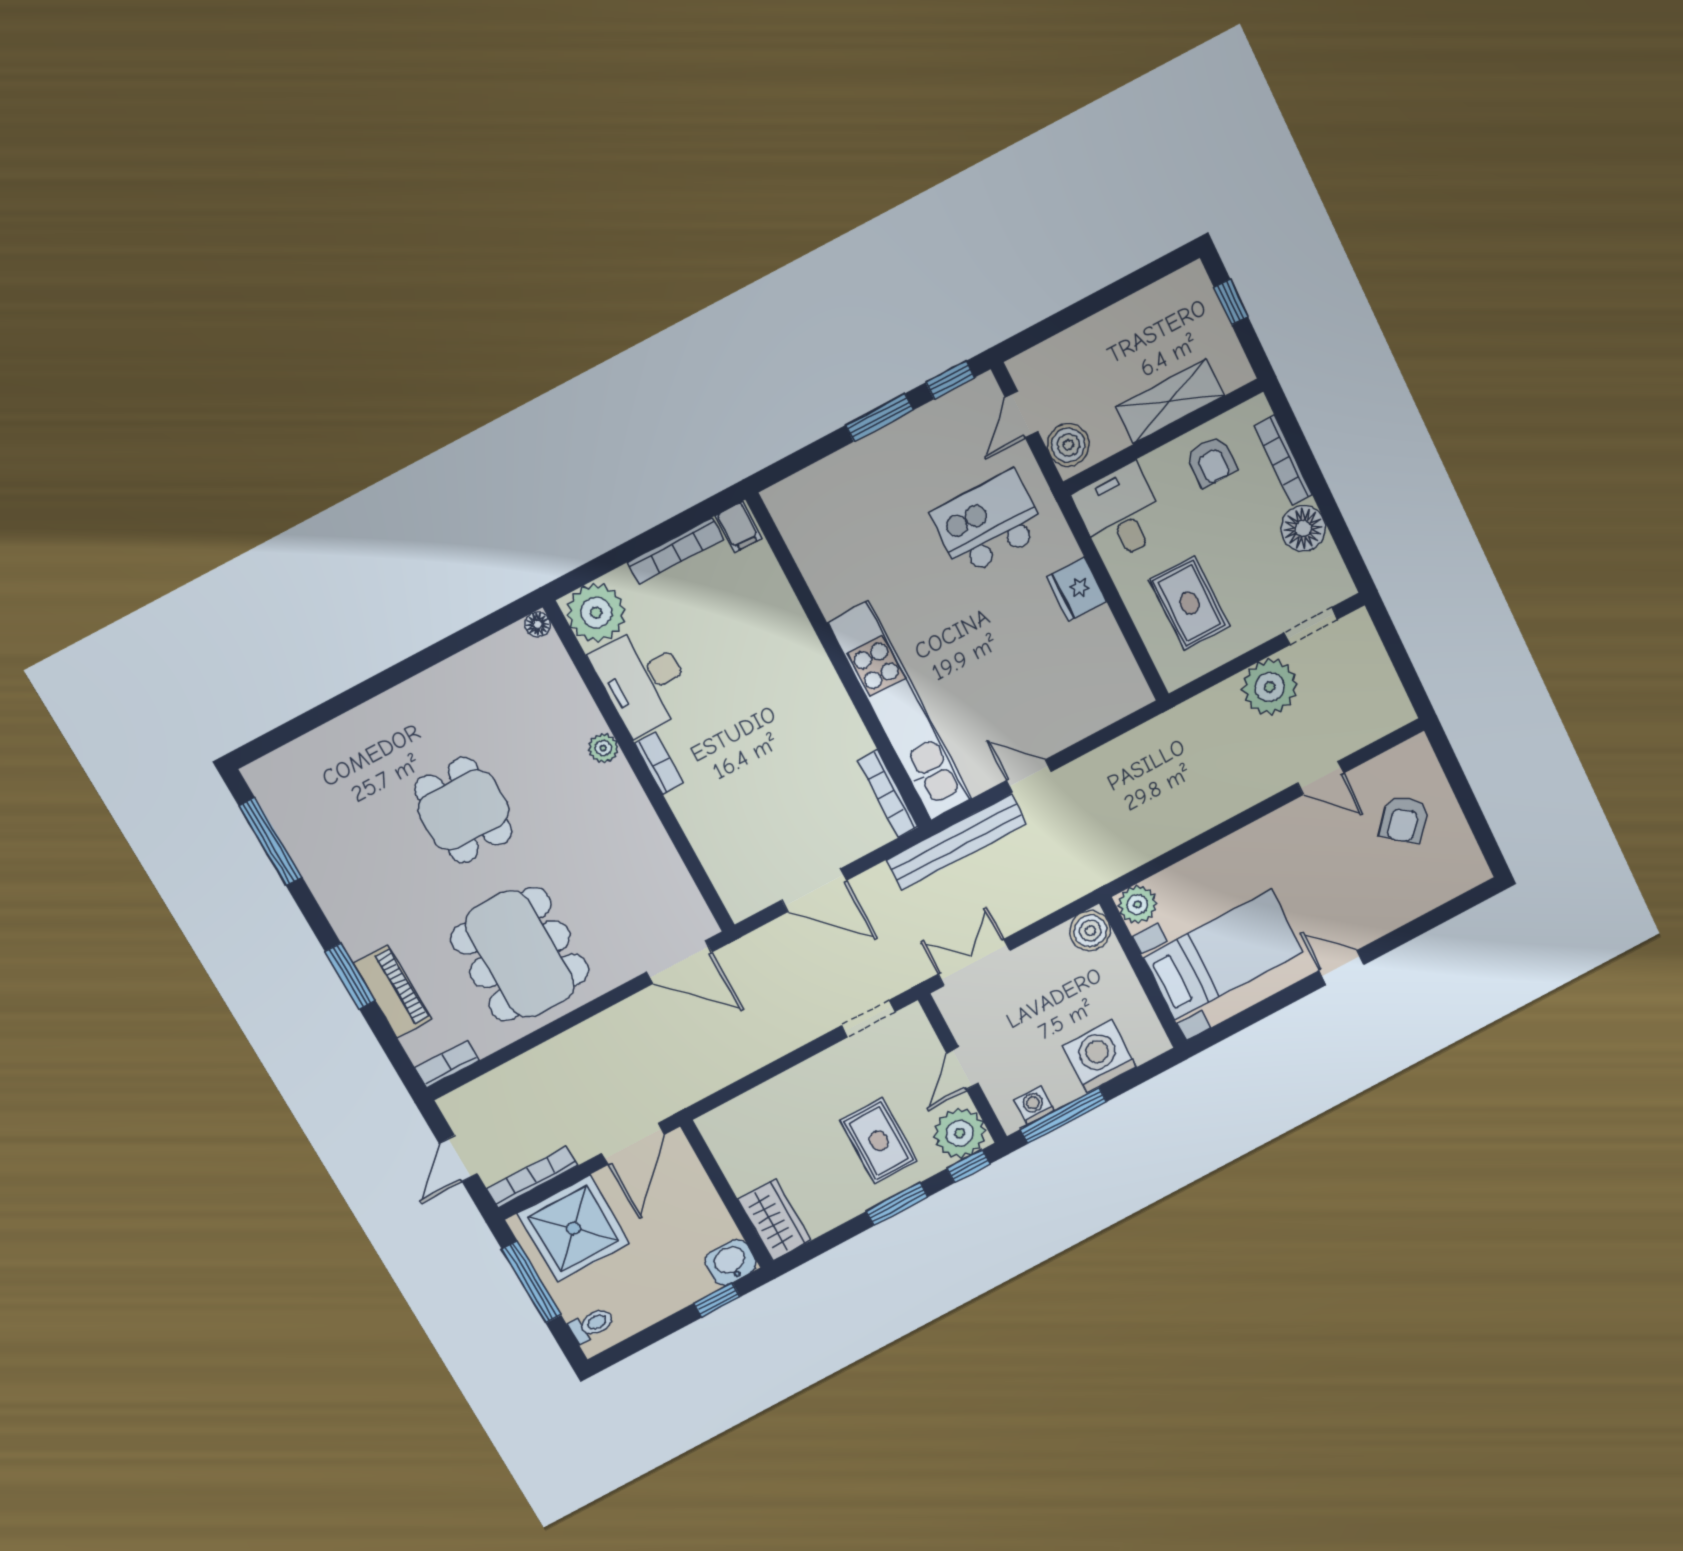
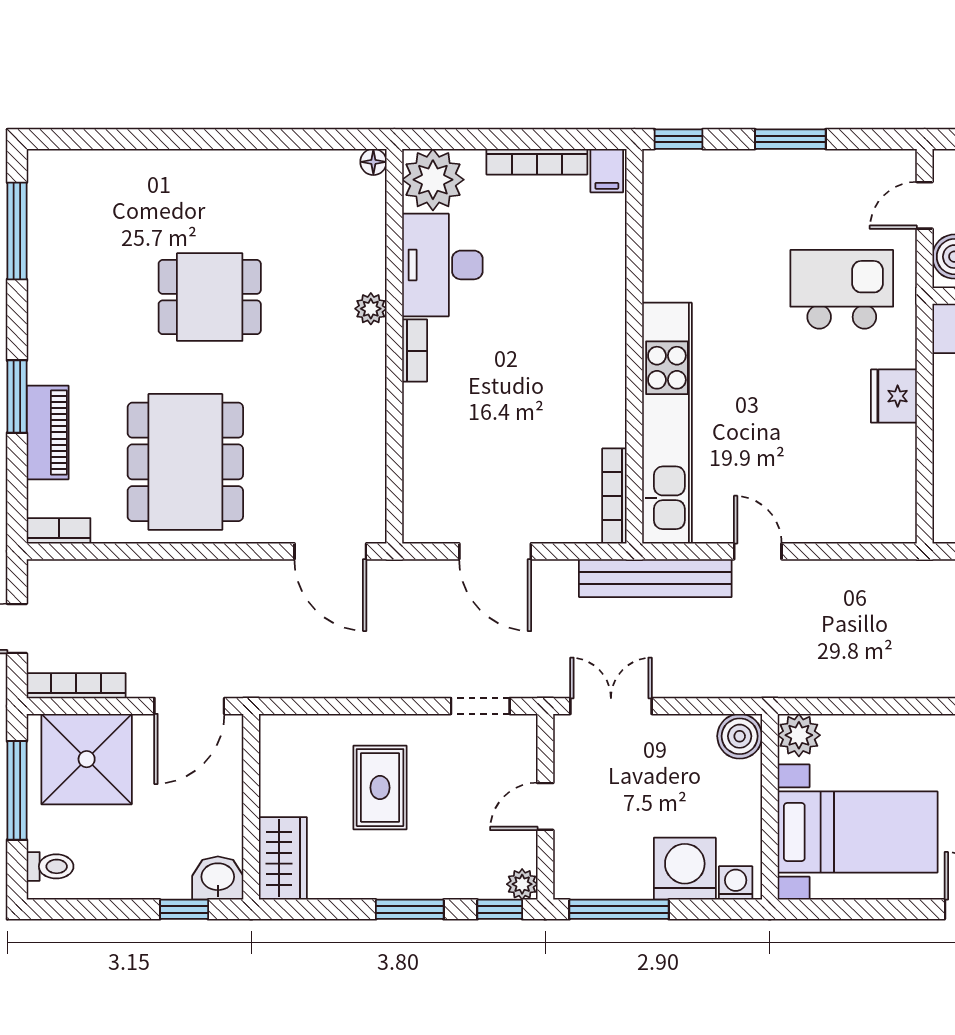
window: (950, 380) -> (679, 139), moved
dining table: (464, 810) -> (210, 297), turned 90
washing machine: (1034, 1105) -> (736, 883), moved
plant: (960, 1133) -> (522, 884), width x0.53, depth x0.53
rug: (879, 1141) -> (380, 788), moved

